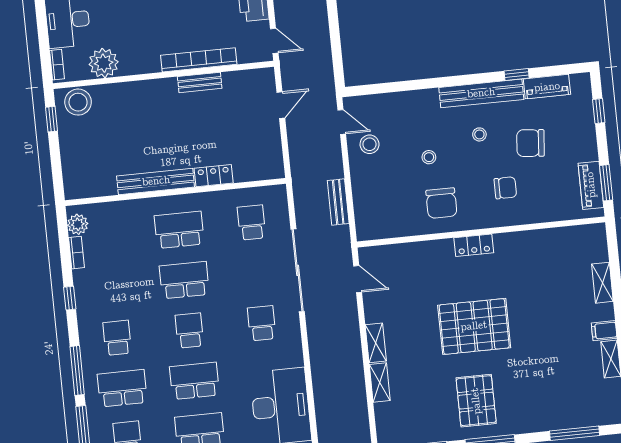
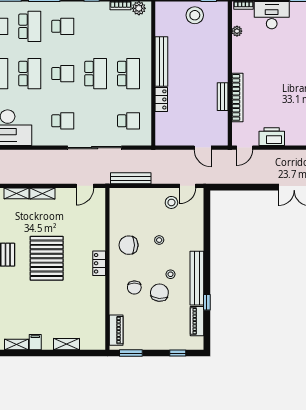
plant: (104, 63) -> (237, 31), width x0.53, depth x0.53
stool: (78, 102) -> (195, 15), moved
chair: (531, 143) -> (159, 293), moved
piano: (591, 185) -> (116, 330), moved, turned 90
bench: (338, 202) -> (131, 178), width x1.36

